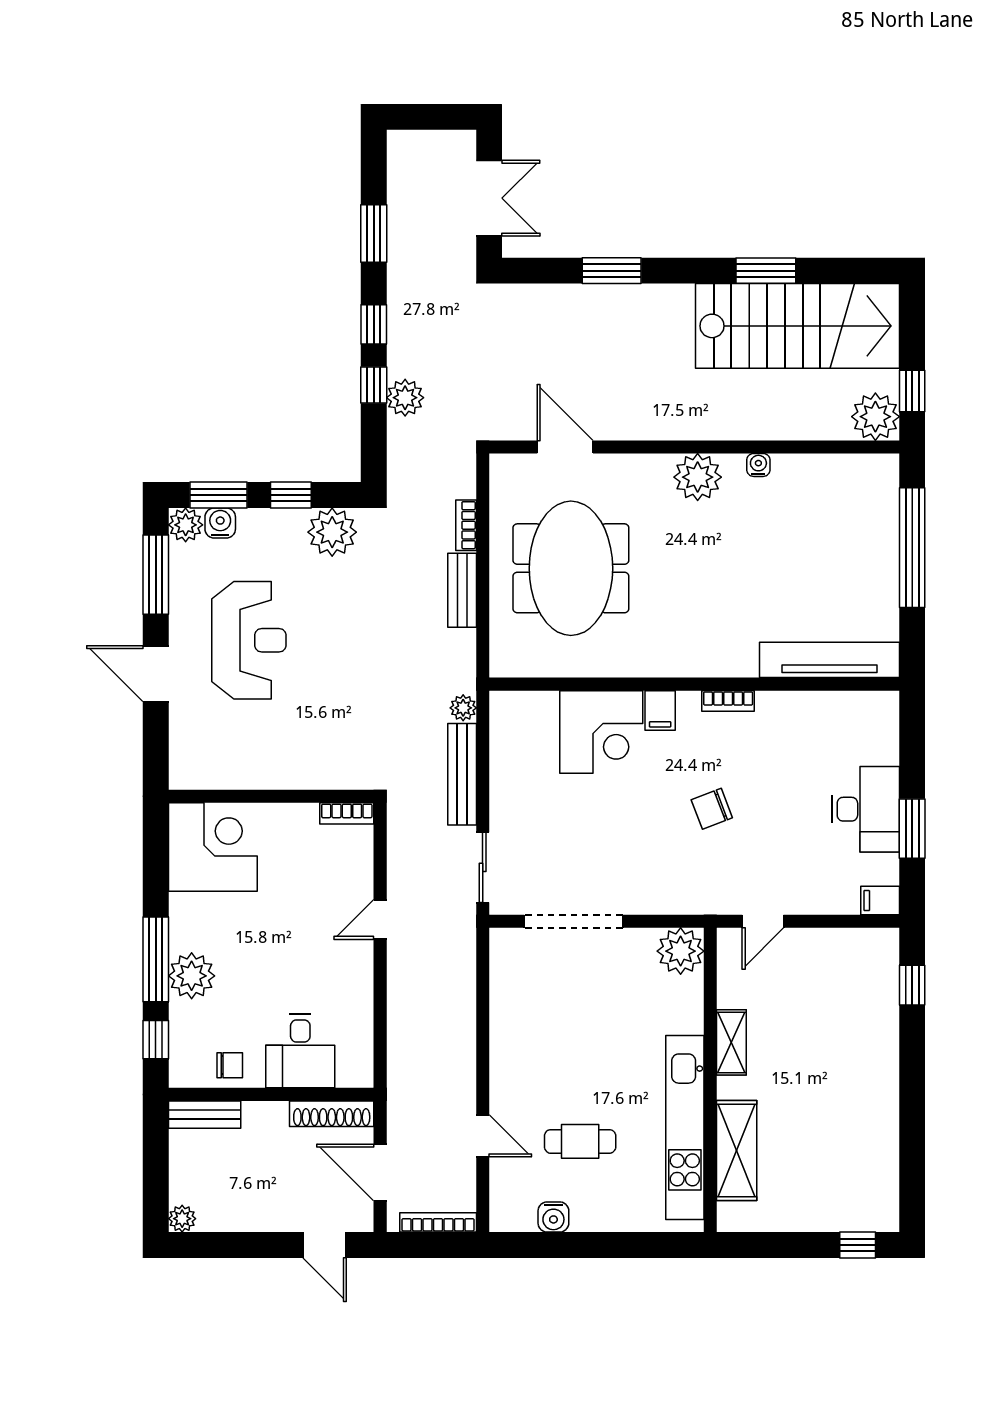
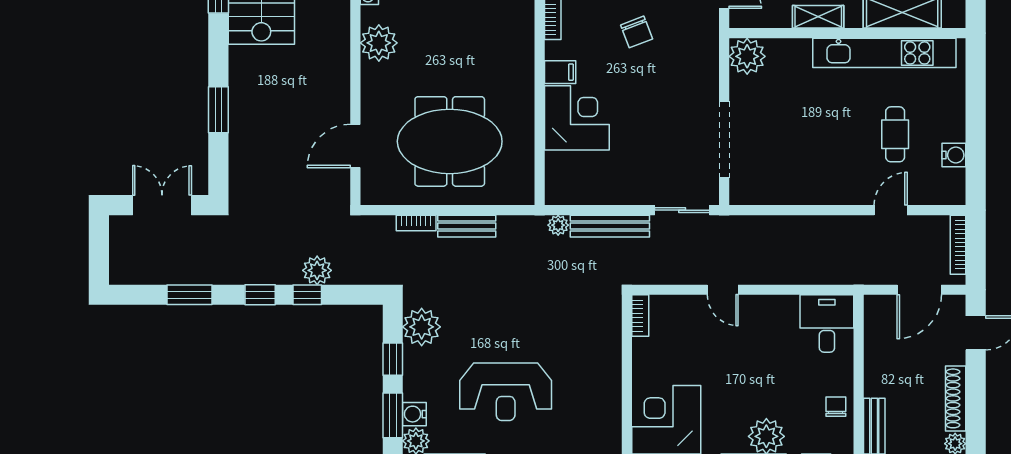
reception desk: (249, 640) -> (506, 392), turned 180
desk: (300, 1051) -> (827, 323), moved, turned -90
shoe rack: (332, 1114) -> (956, 398), moved, turned 180

